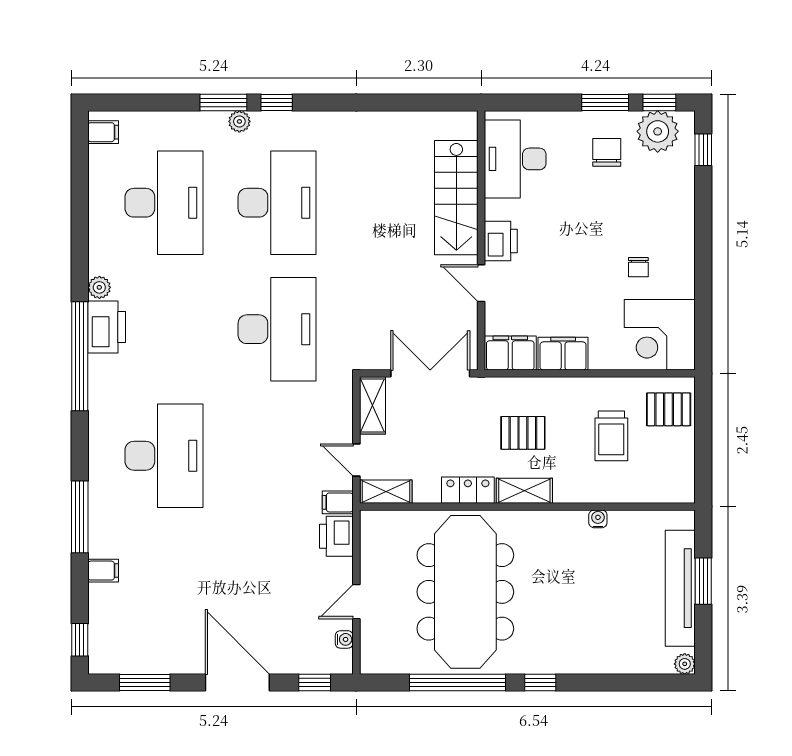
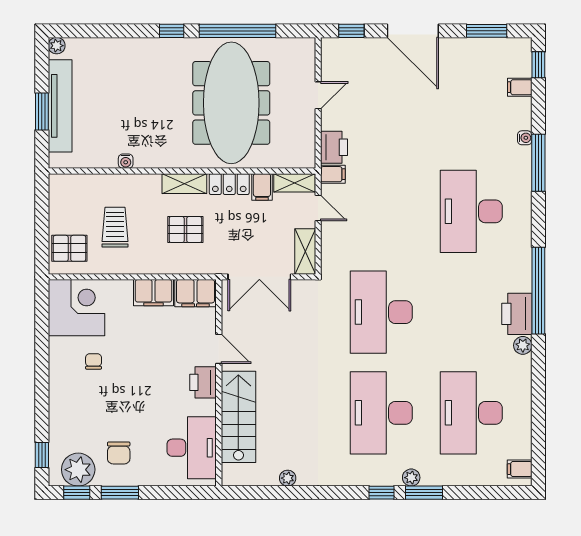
plant: (395, 121) -> (288, 478), added
filing cabinet: (427, 486) -> (262, 187), added
filing cabinet: (103, 571) -> (520, 87), moved
water cooler: (344, 639) -> (525, 138), moved, turned 180

